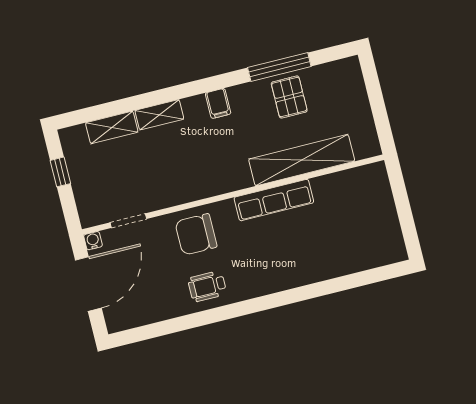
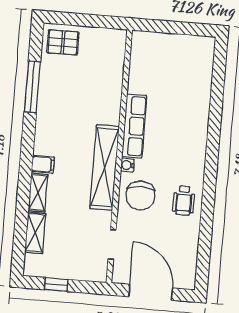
pallet: (289, 97) -> (63, 42), moved
filing cabinet: (218, 103) -> (43, 164), moved
shelving: (302, 160) -> (104, 167), moved
water cooler: (93, 241) -> (127, 165), moved

